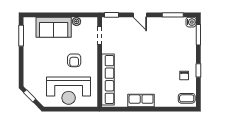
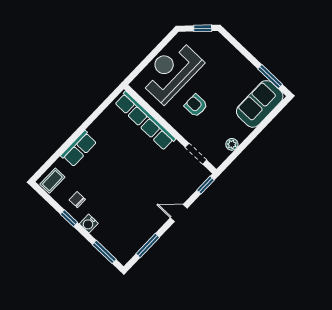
water cooler: (191, 22) -> (89, 224), moved
sofa: (54, 27) -> (260, 104), moved
row of seats: (141, 101) -> (79, 149), moved

